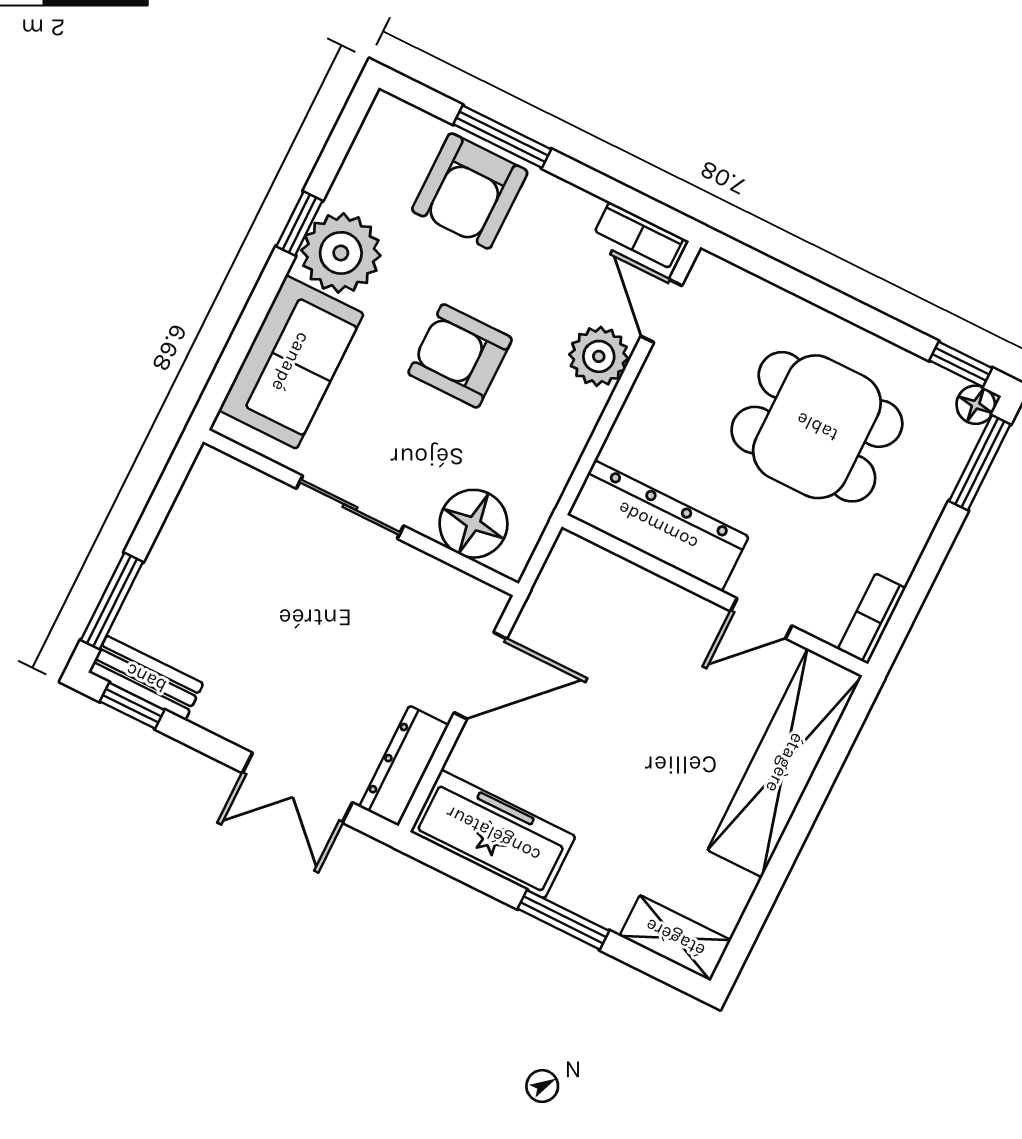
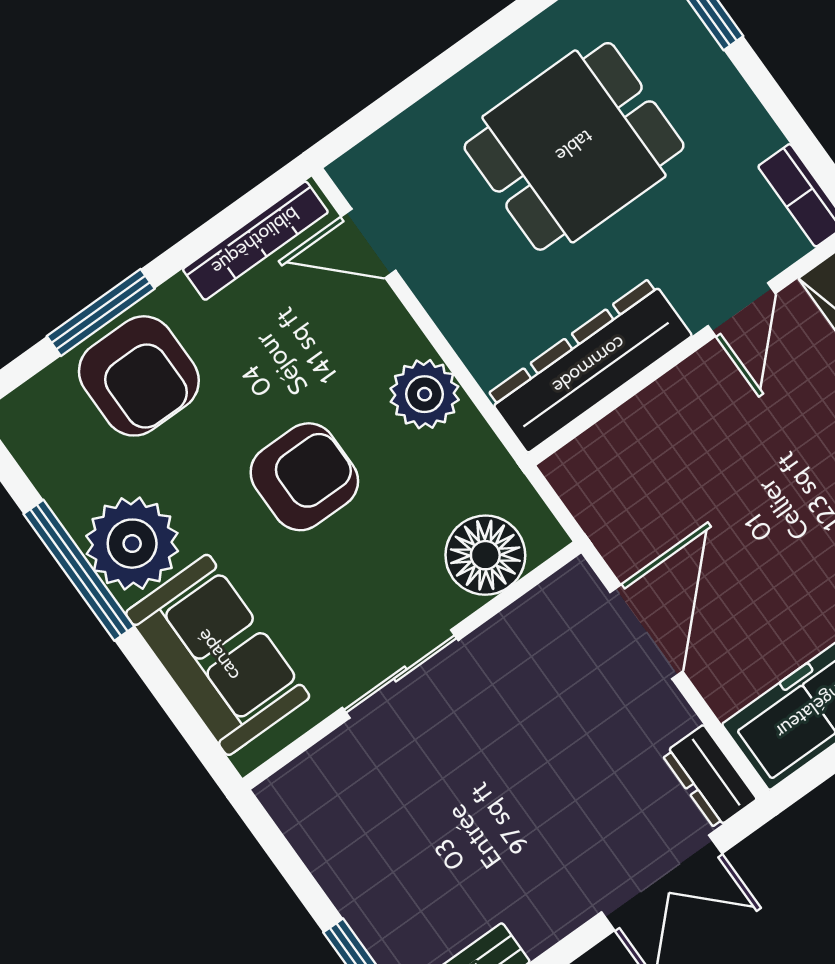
window: (299, 224) -> (79, 570), width x2.17
bookcase: (639, 235) -> (255, 241), width x1.56
armchair: (460, 356) -> (304, 477), turned 180
plant: (599, 356) -> (425, 394), moved
dresser: (404, 766) -> (709, 777), width x0.70

